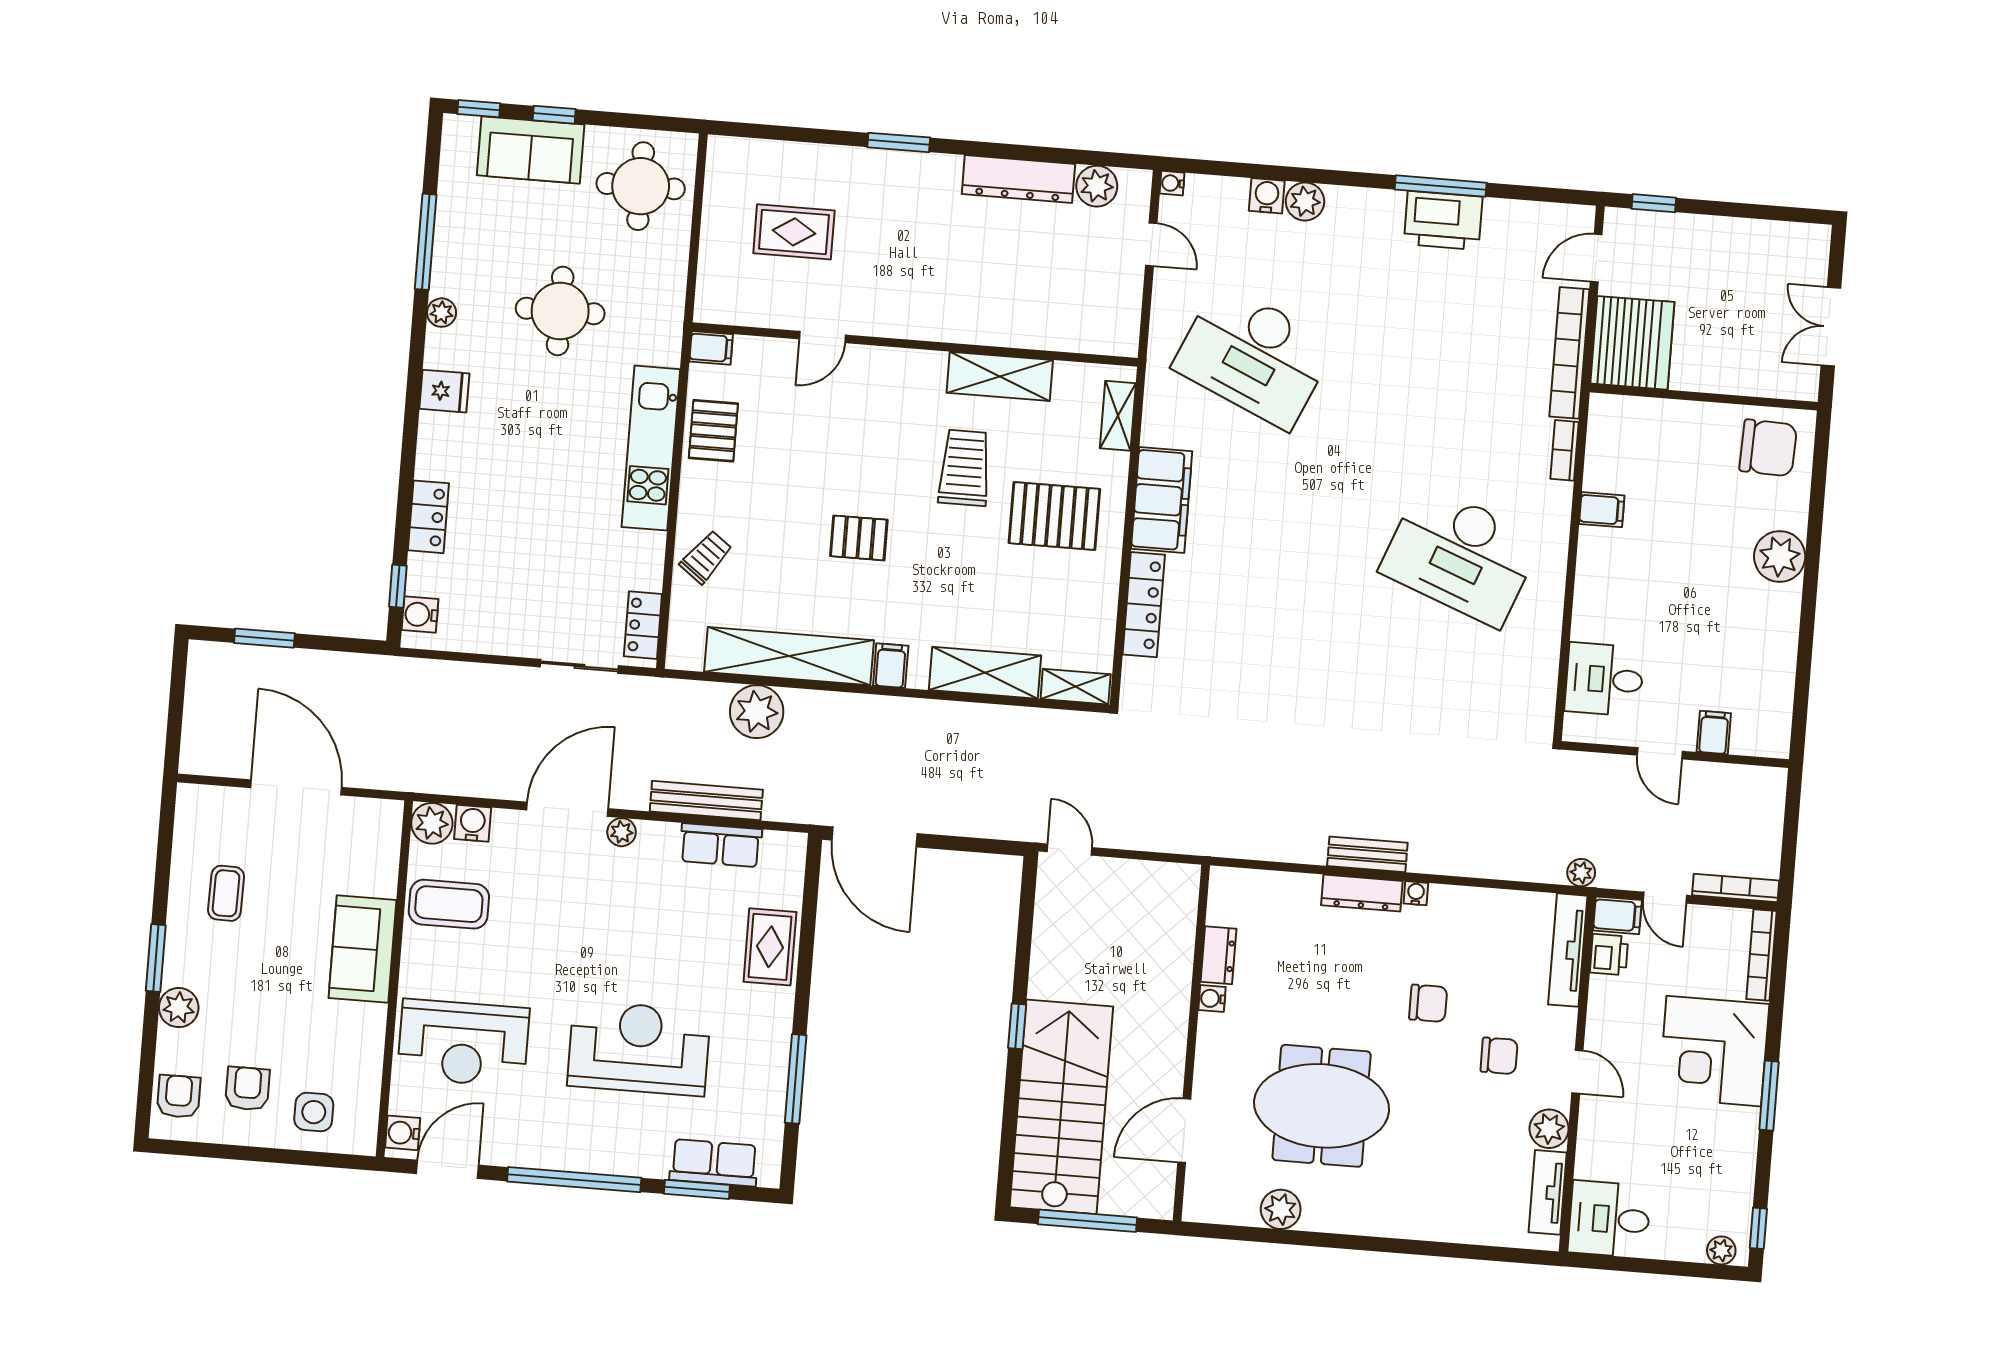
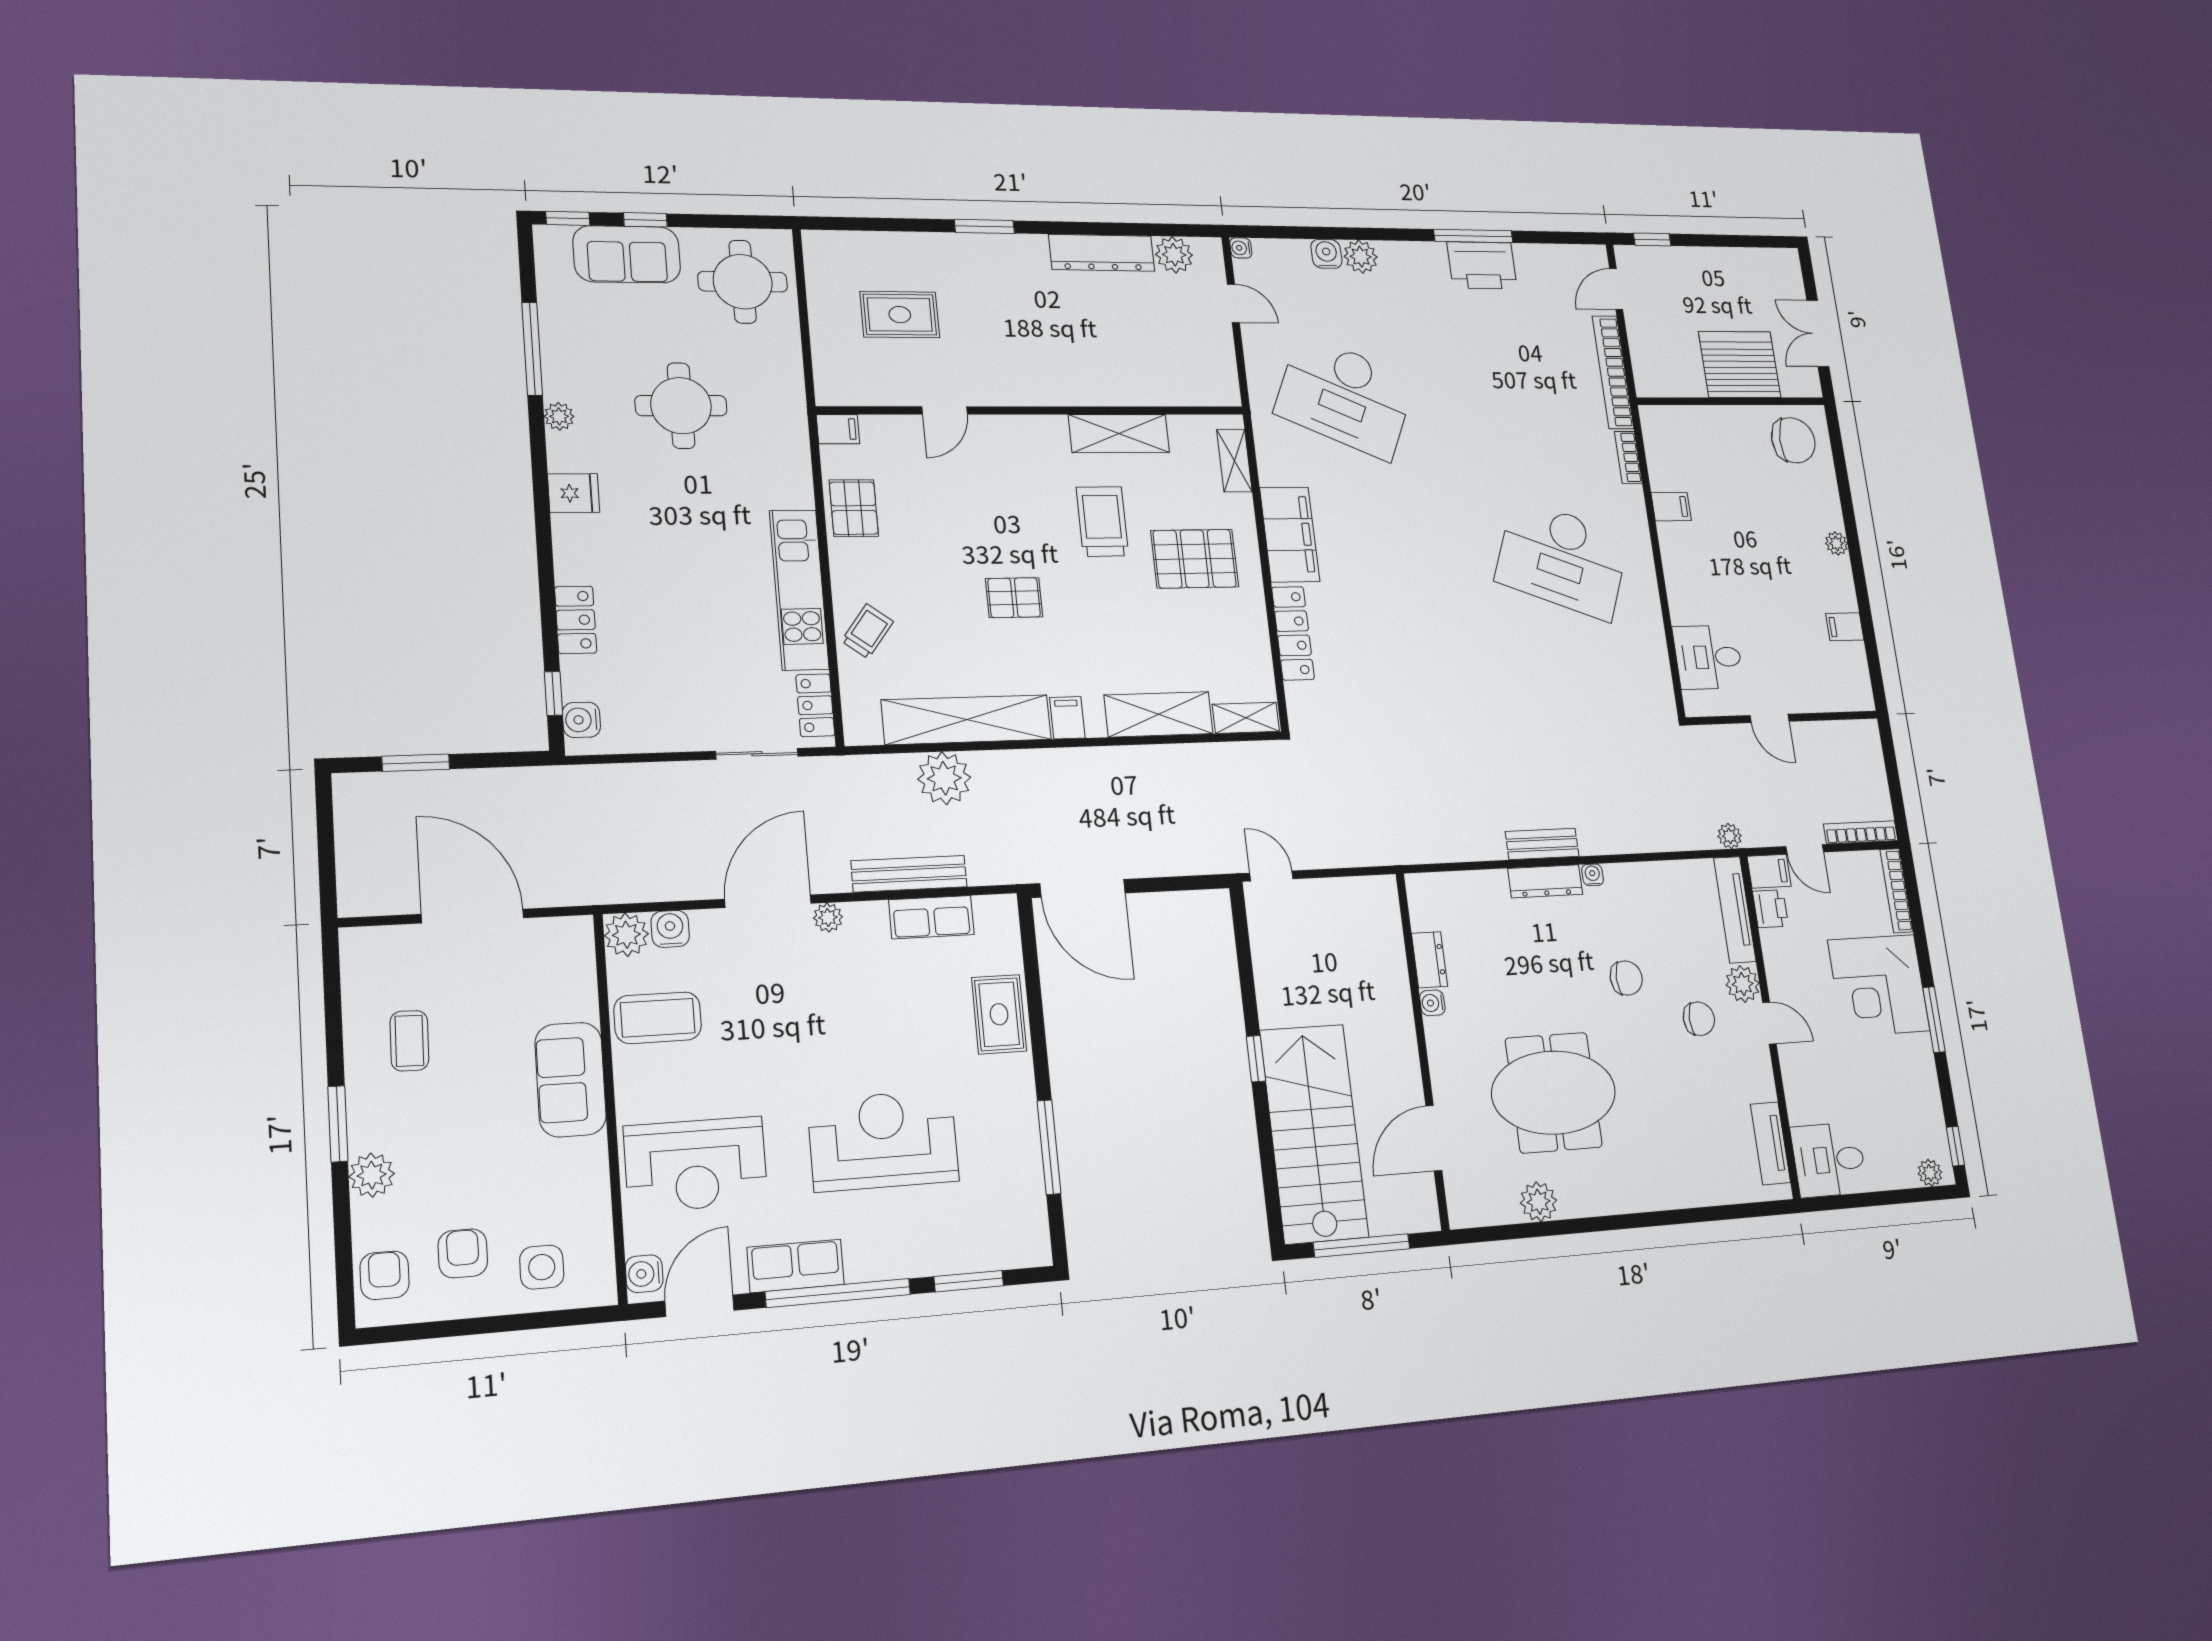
server rack: (1632, 343) -> (1740, 365), moved, turned -90
kitchen unit: (651, 448) -> (799, 590), moved
plant: (1780, 556) -> (1837, 543), width x0.53, depth x0.53
filing cabinet: (1714, 733) -> (1845, 627), moved, turned -90
plant: (1549, 1129) -> (1743, 984), moved
row of seats: (714, 1163) -> (796, 1266), moved

